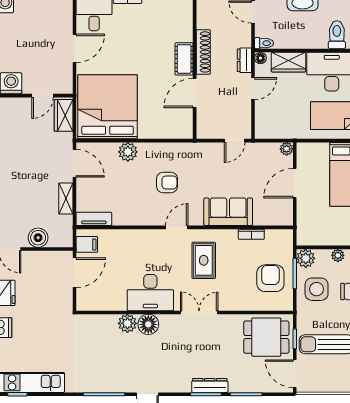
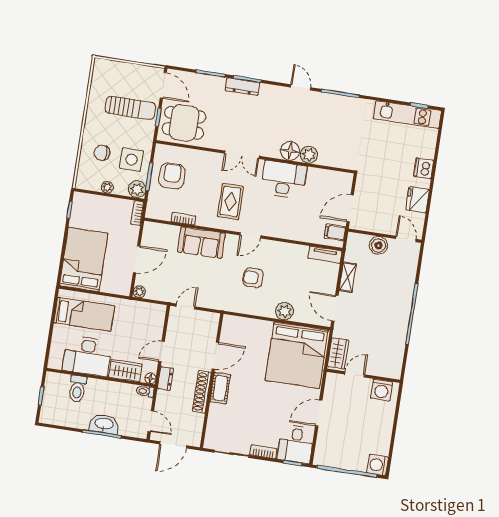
bookcase: (302, 233) -> (137, 213), added
armchair: (270, 278) -> (172, 176), turned 180

